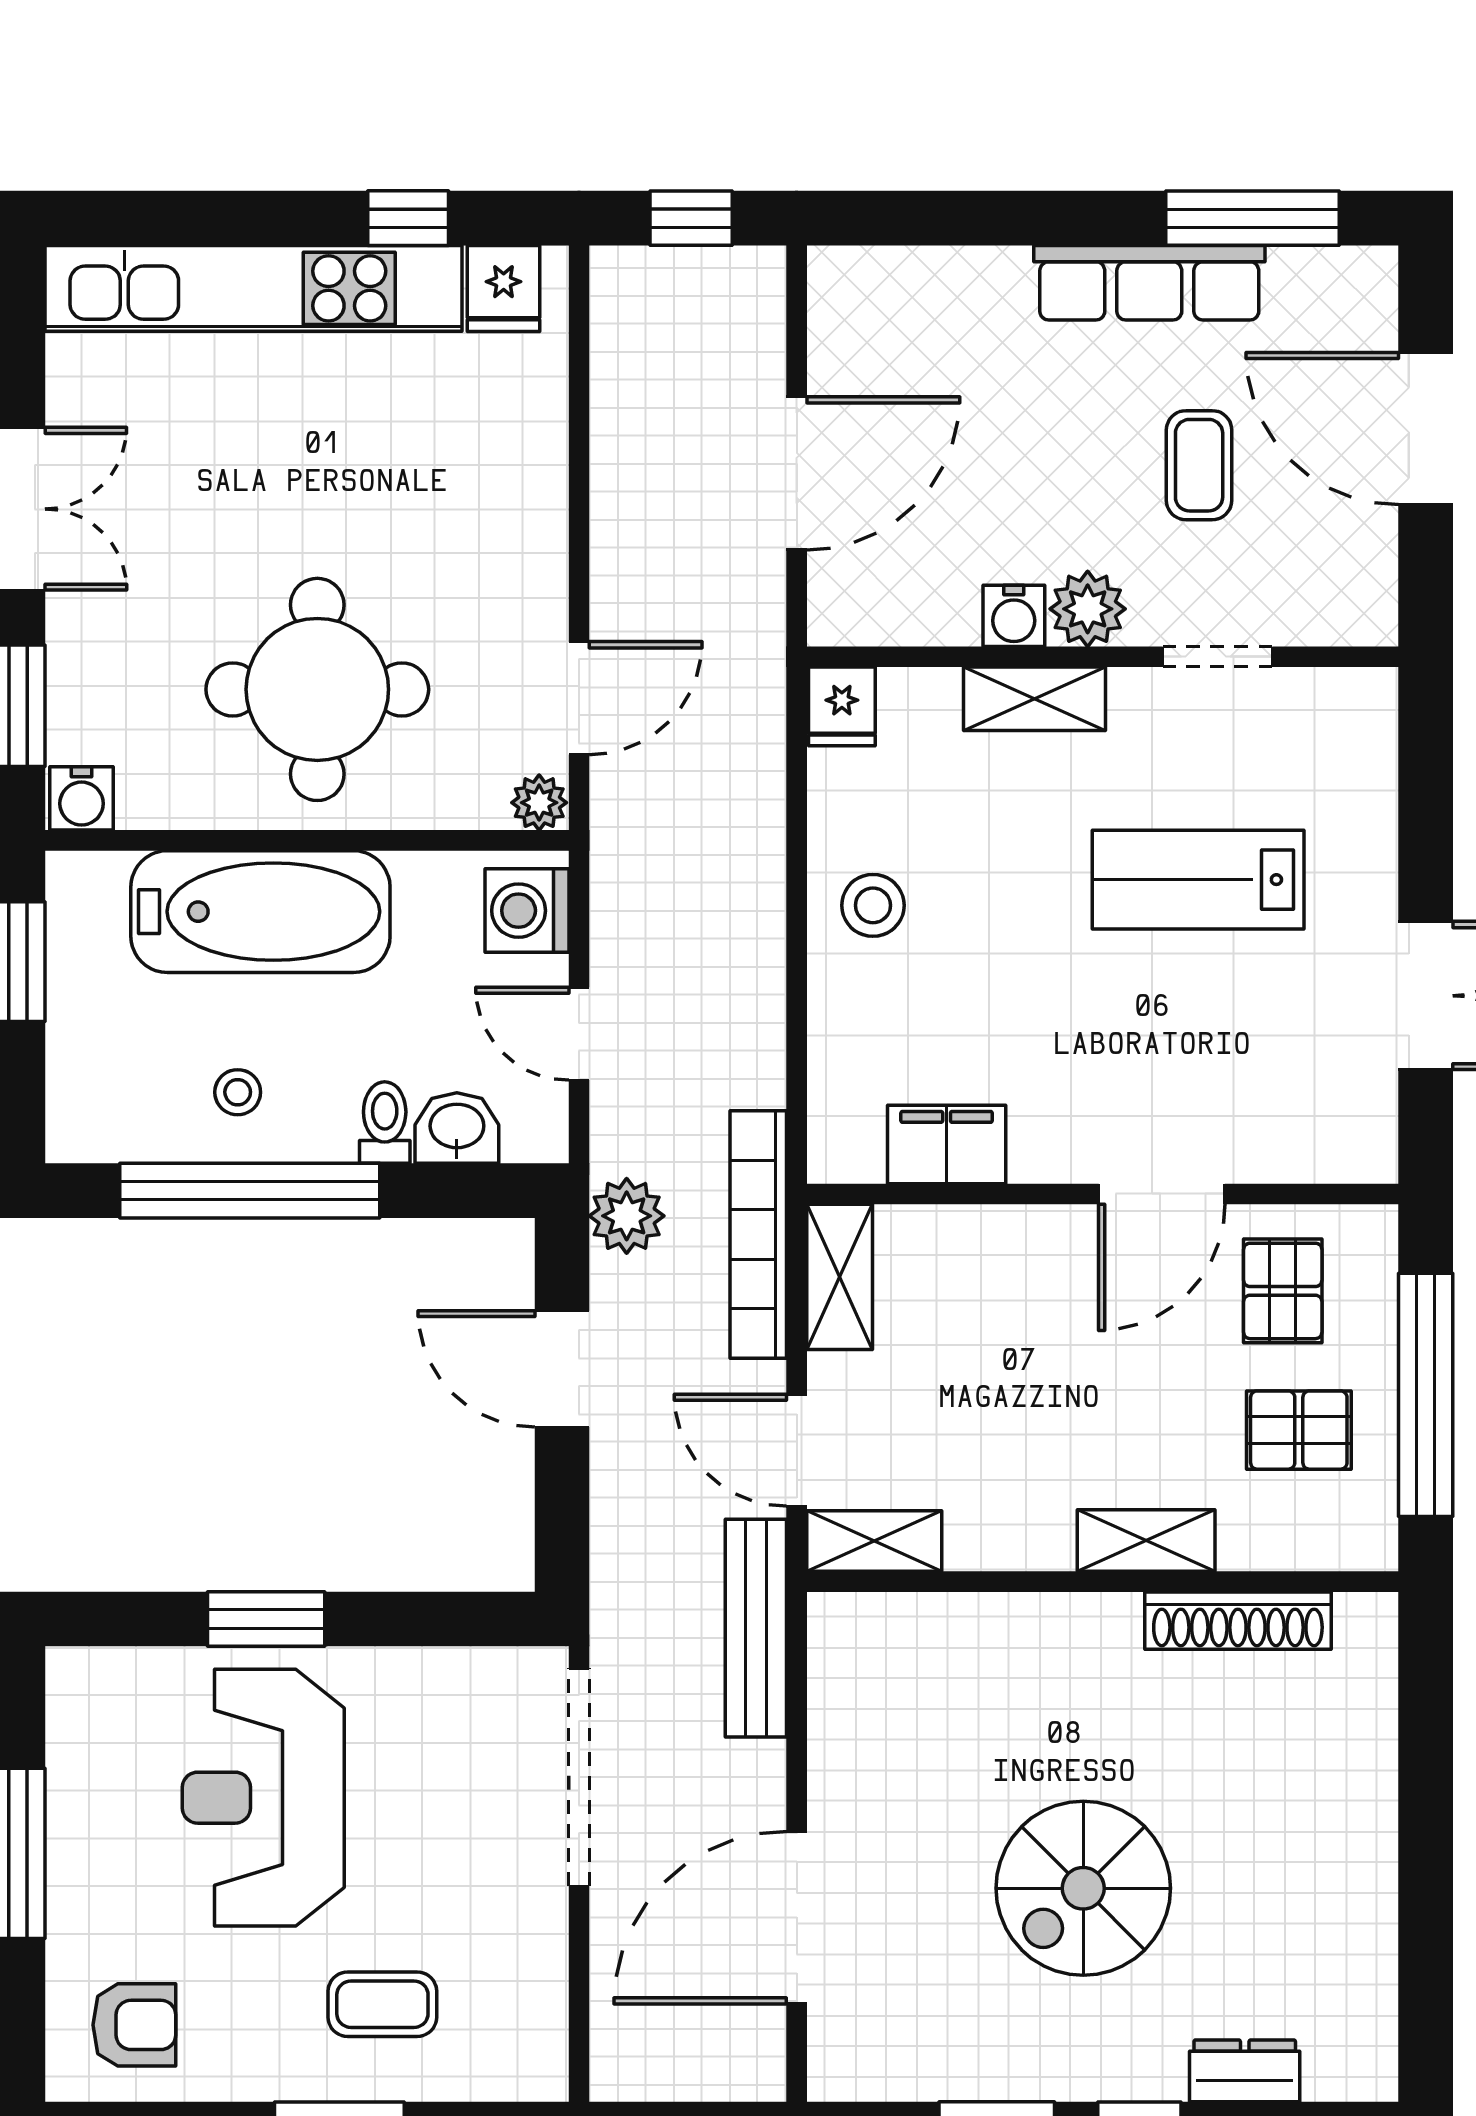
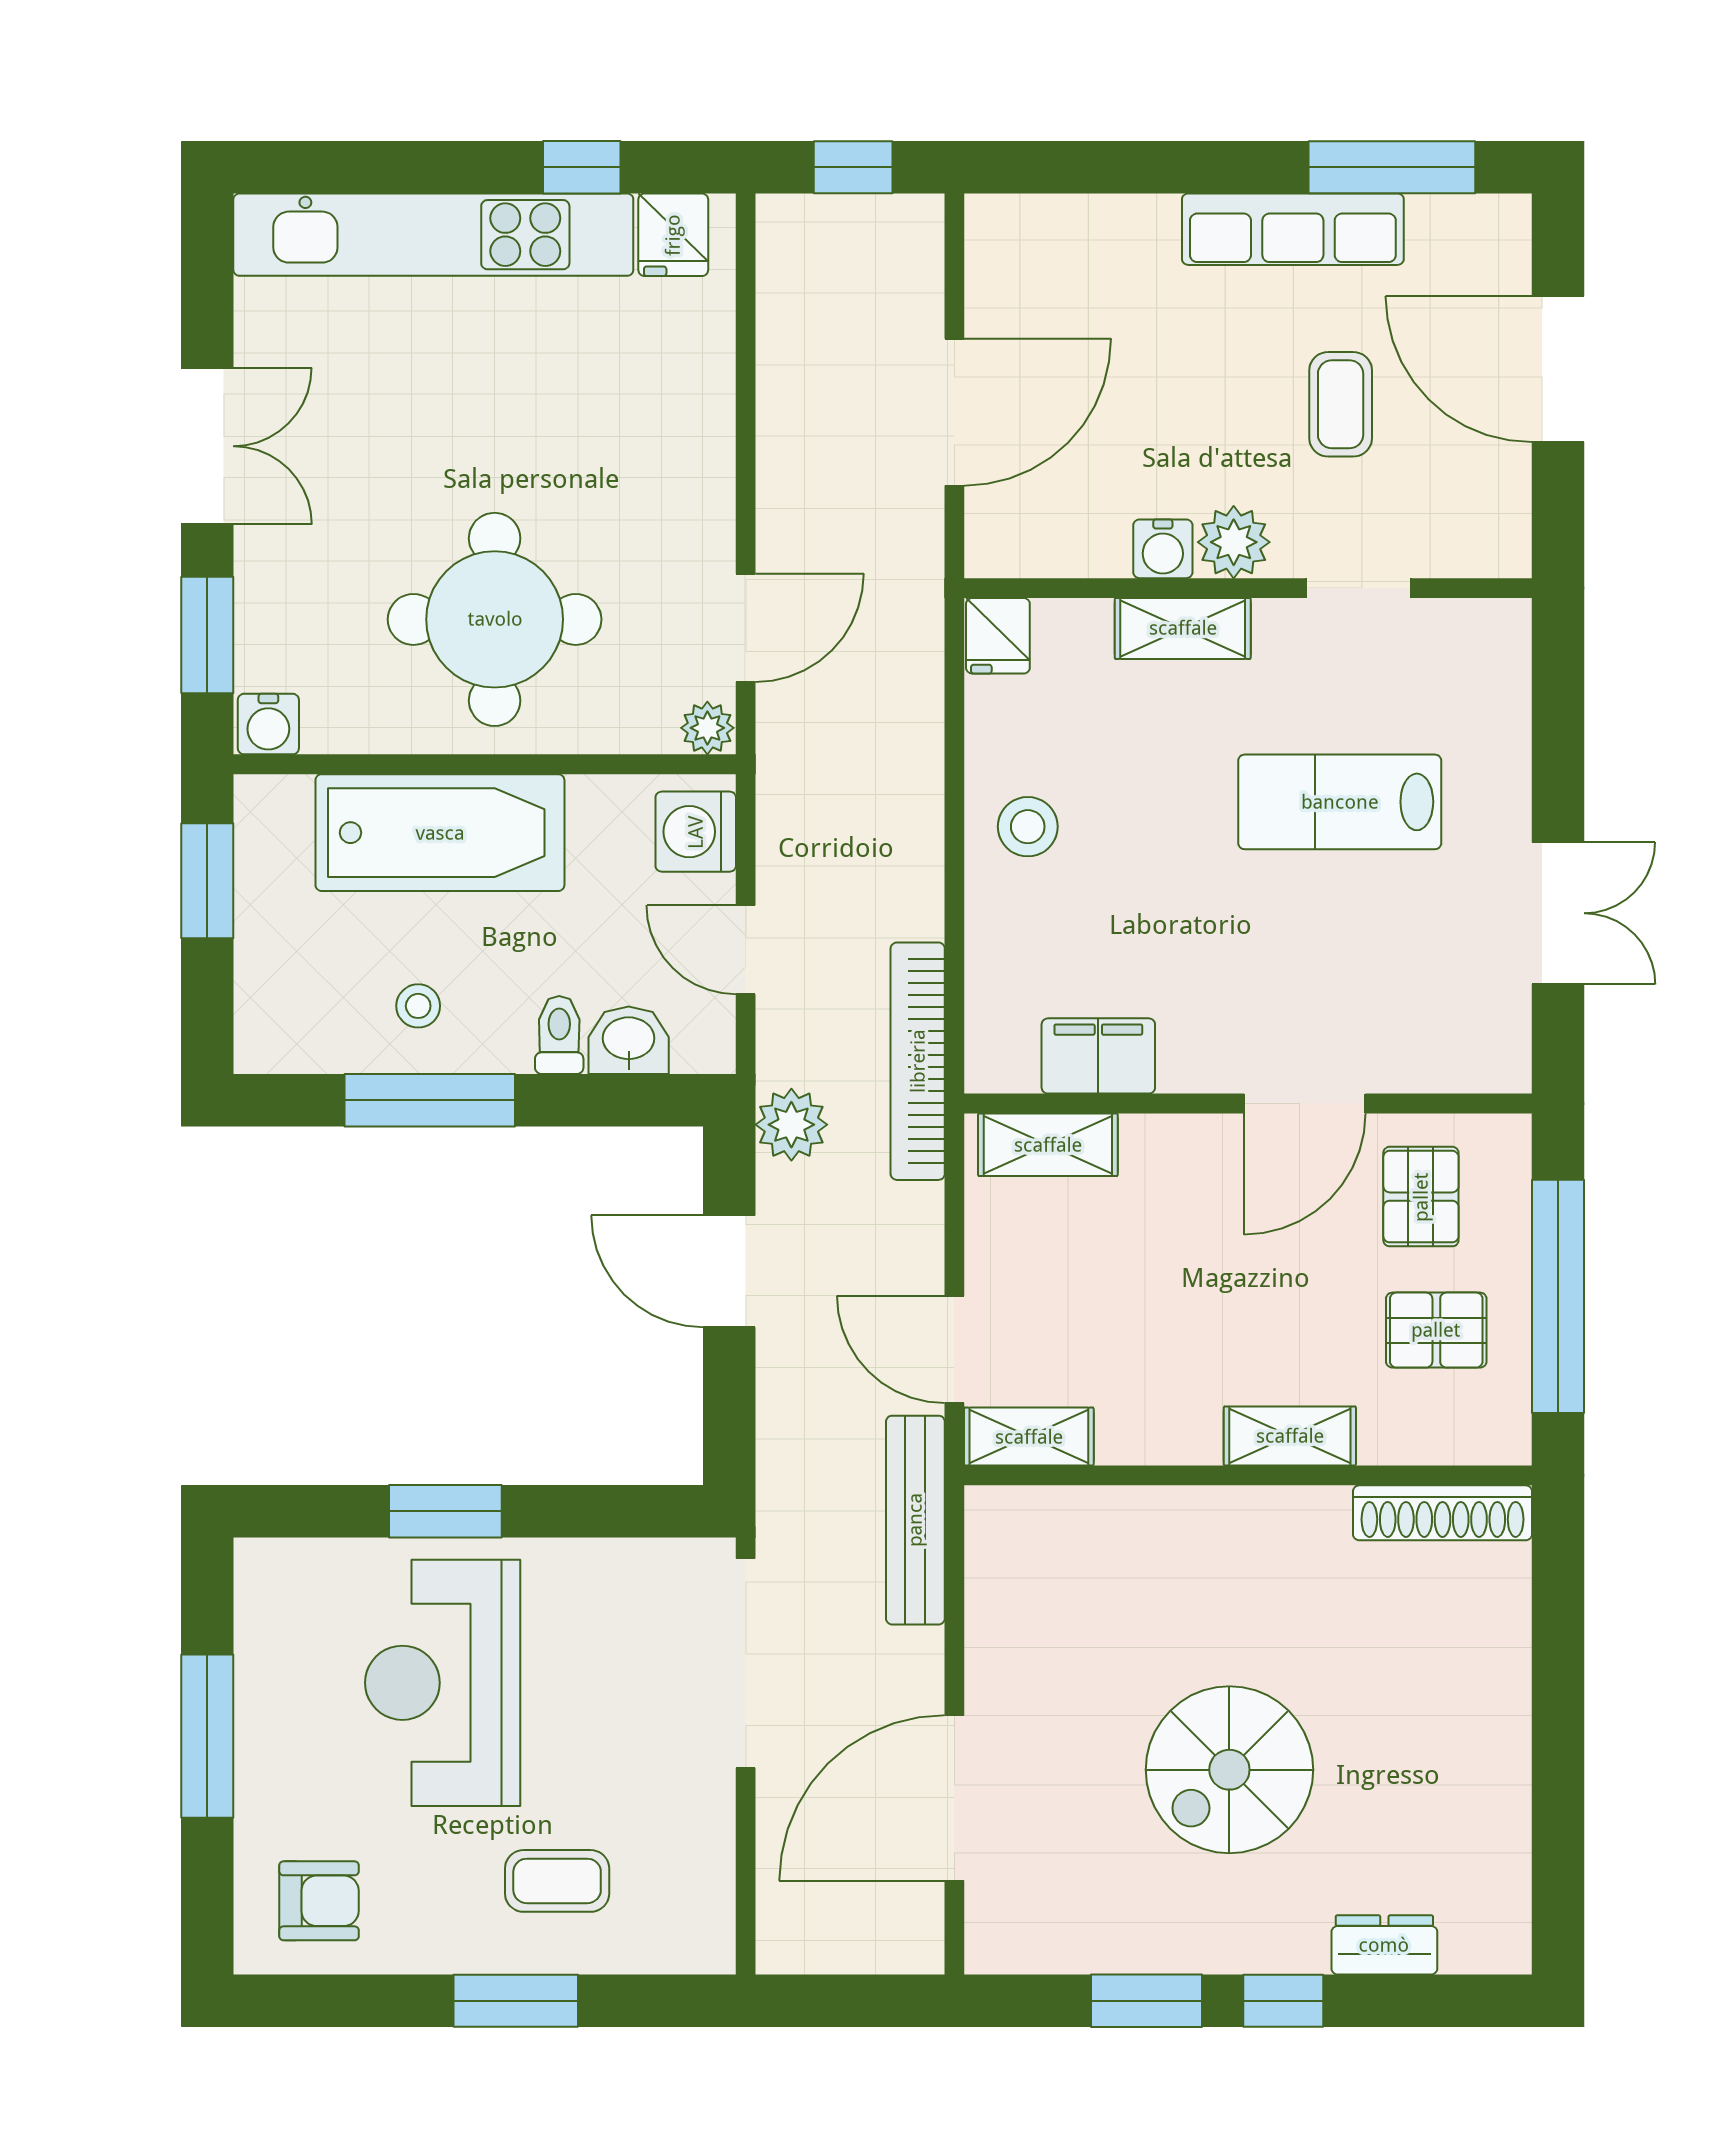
window: (250, 1191) -> (430, 1100), width x0.68
bookcase: (758, 1235) -> (918, 1061), moved
shelving: (840, 1277) -> (1048, 1145), moved, turned 90
shoe rack: (1238, 1621) -> (1442, 1513), moved

